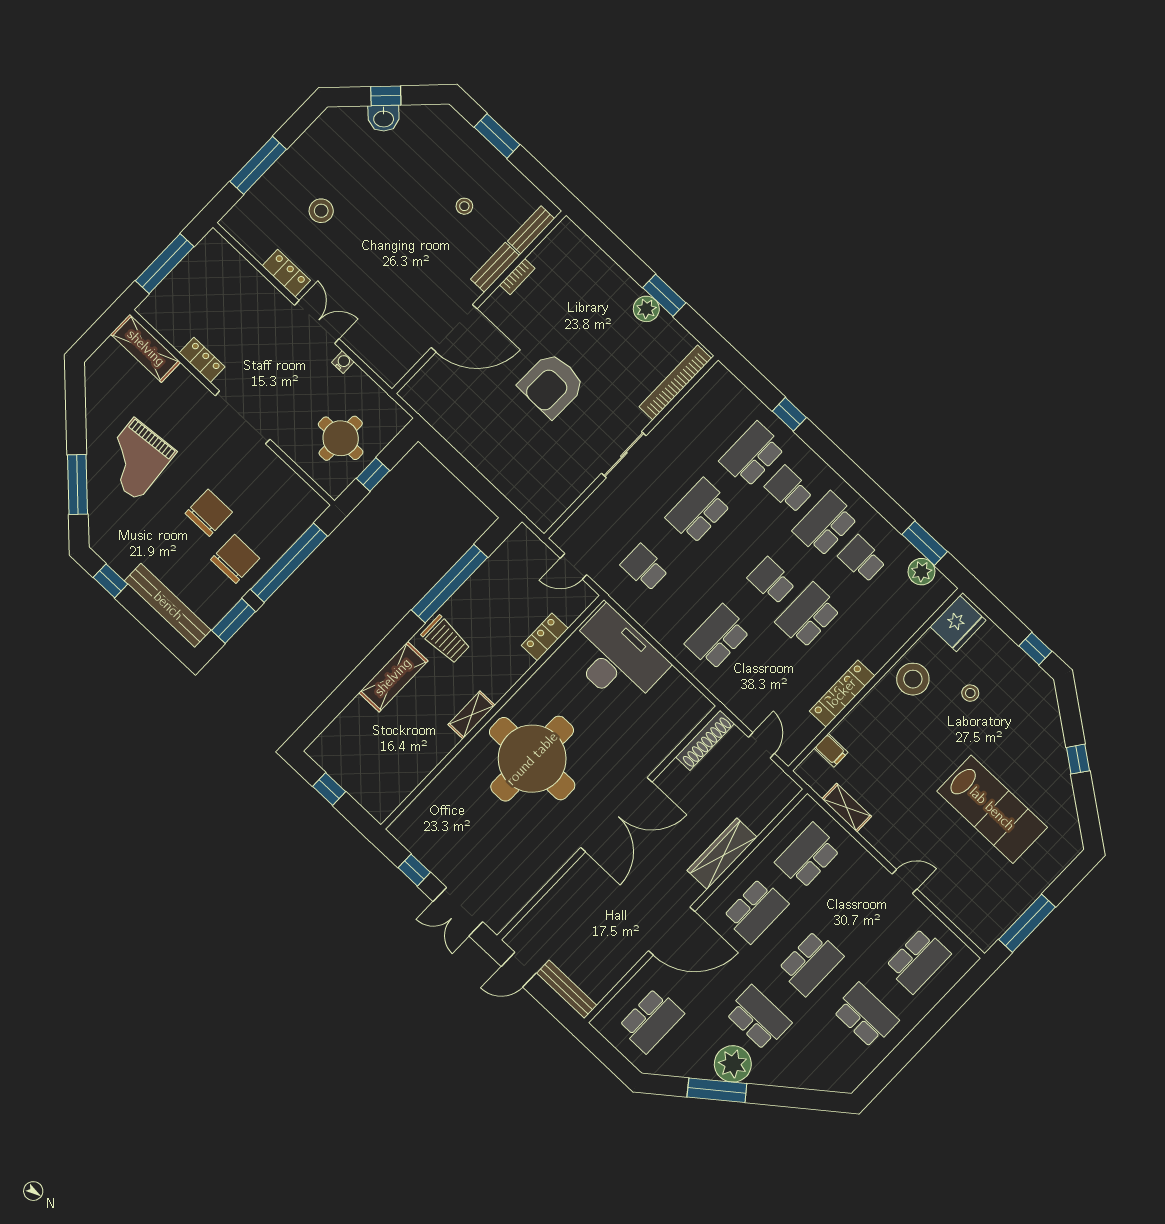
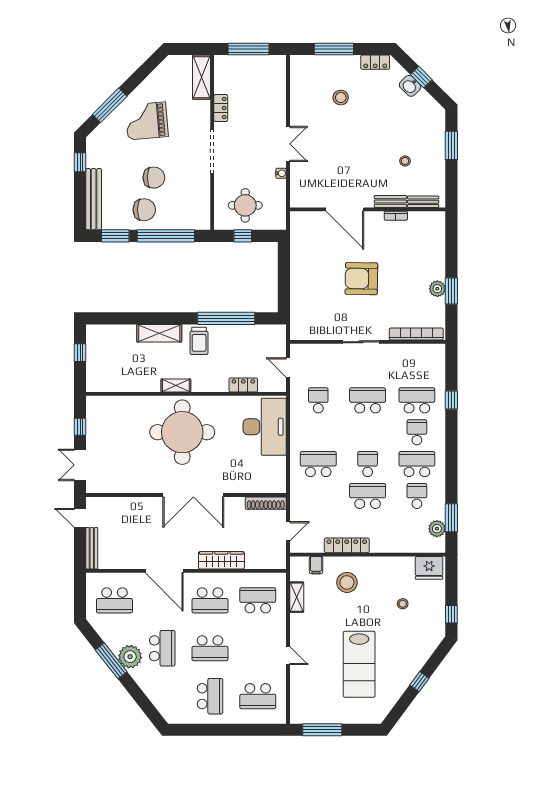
locker: (286, 273) -> (375, 62), moved, turned 90
stool: (913, 679) -> (347, 582), moved

